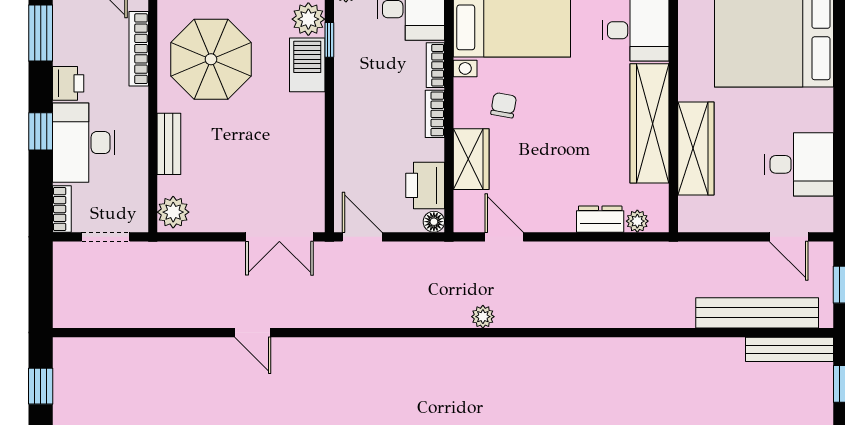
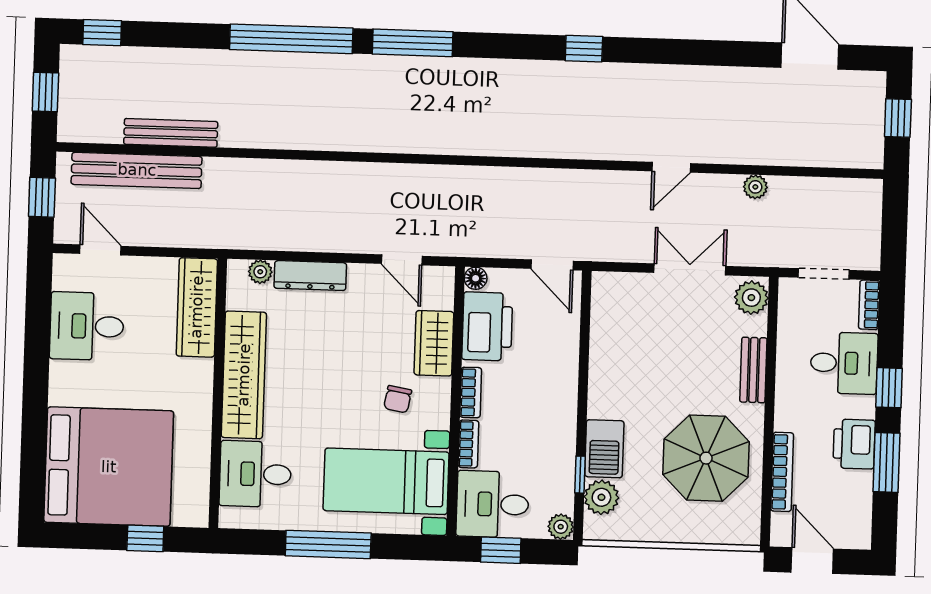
window: (41, 33) -> (887, 462), moved
printer: (68, 83) -> (854, 444), width x1.36, depth x1.24
desk: (84, 143) -> (844, 363), width x0.73
wardrobe: (696, 148) -> (197, 307), moved
printer: (425, 185) -> (487, 326), width x1.37, depth x1.19
dresser: (600, 219) -> (310, 276), width x1.44
double door: (279, 237) -> (690, 269), moved
plant: (483, 317) -> (755, 187), moved
door: (253, 333) -> (671, 167), swing flipped
bench: (790, 349) -> (171, 133), moved

